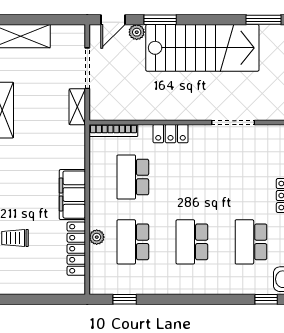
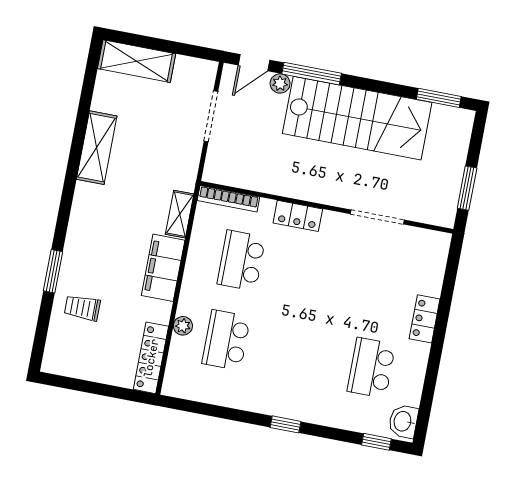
window: (160, 20) -> (312, 74), width x1.44
shelving: (77, 107) -> (180, 214), moved
school desk: (192, 242) -> (299, 354), removed
locker: (76, 249) -> (151, 358), moved
window: (125, 299) -> (285, 424), moved

